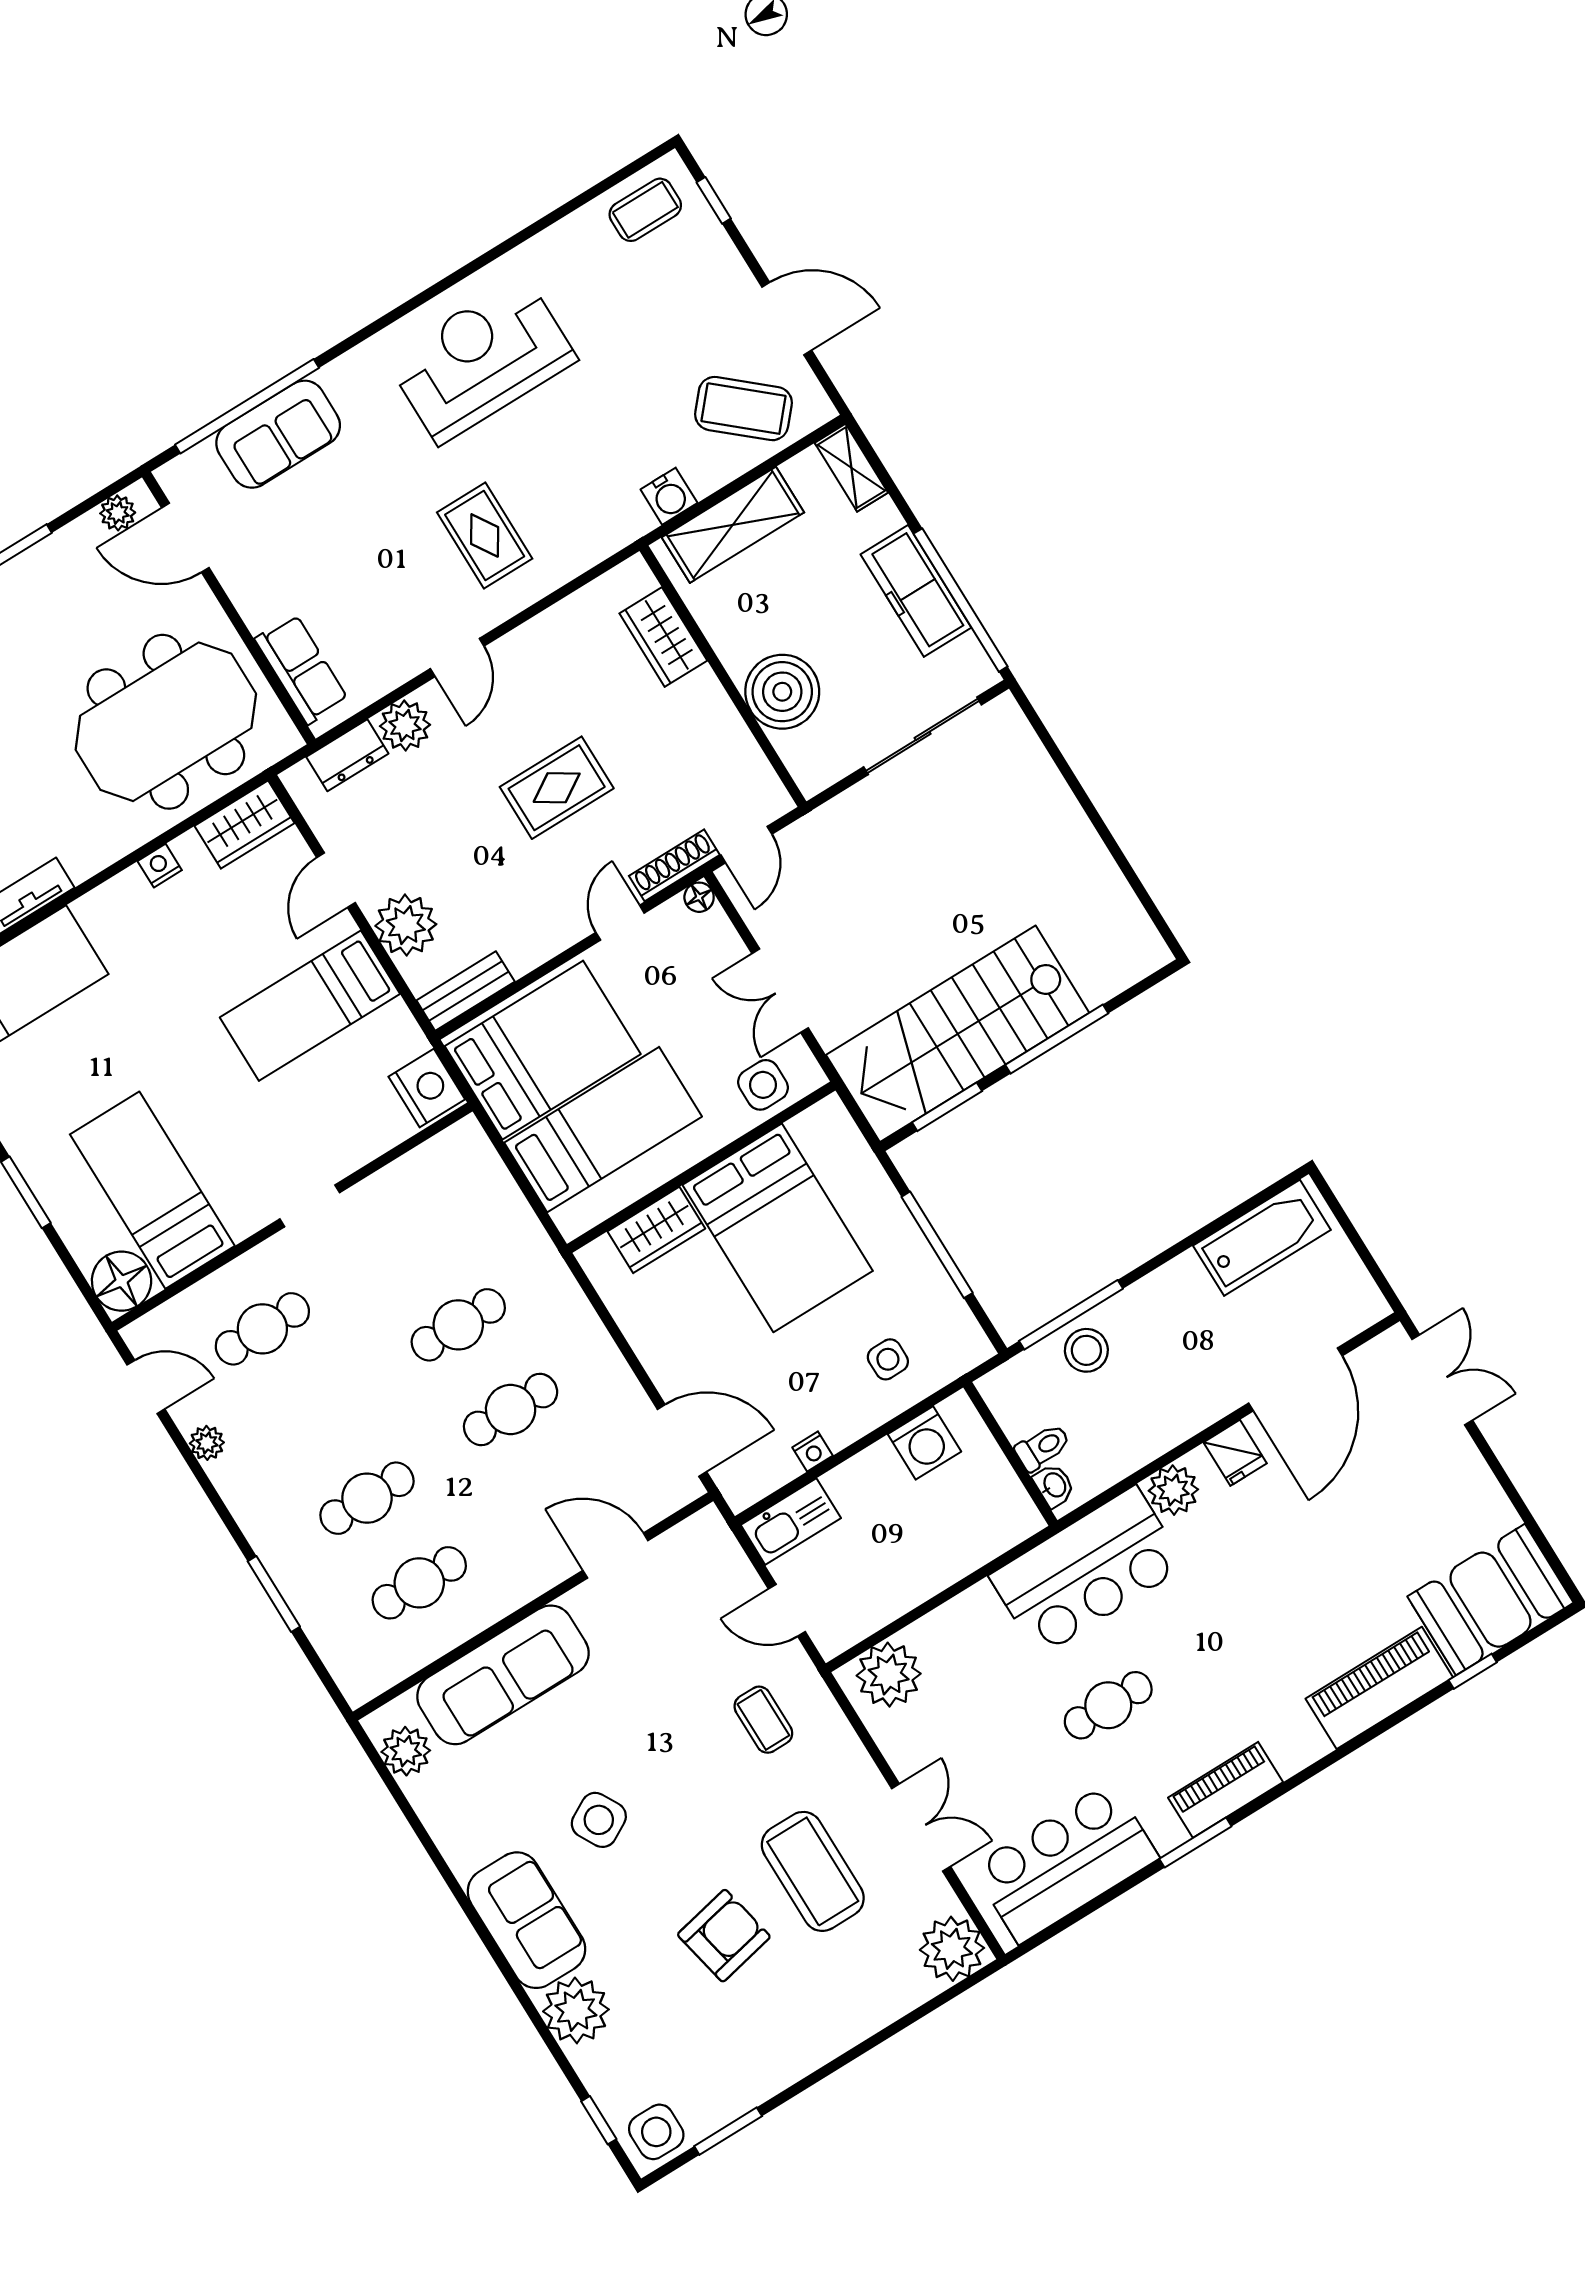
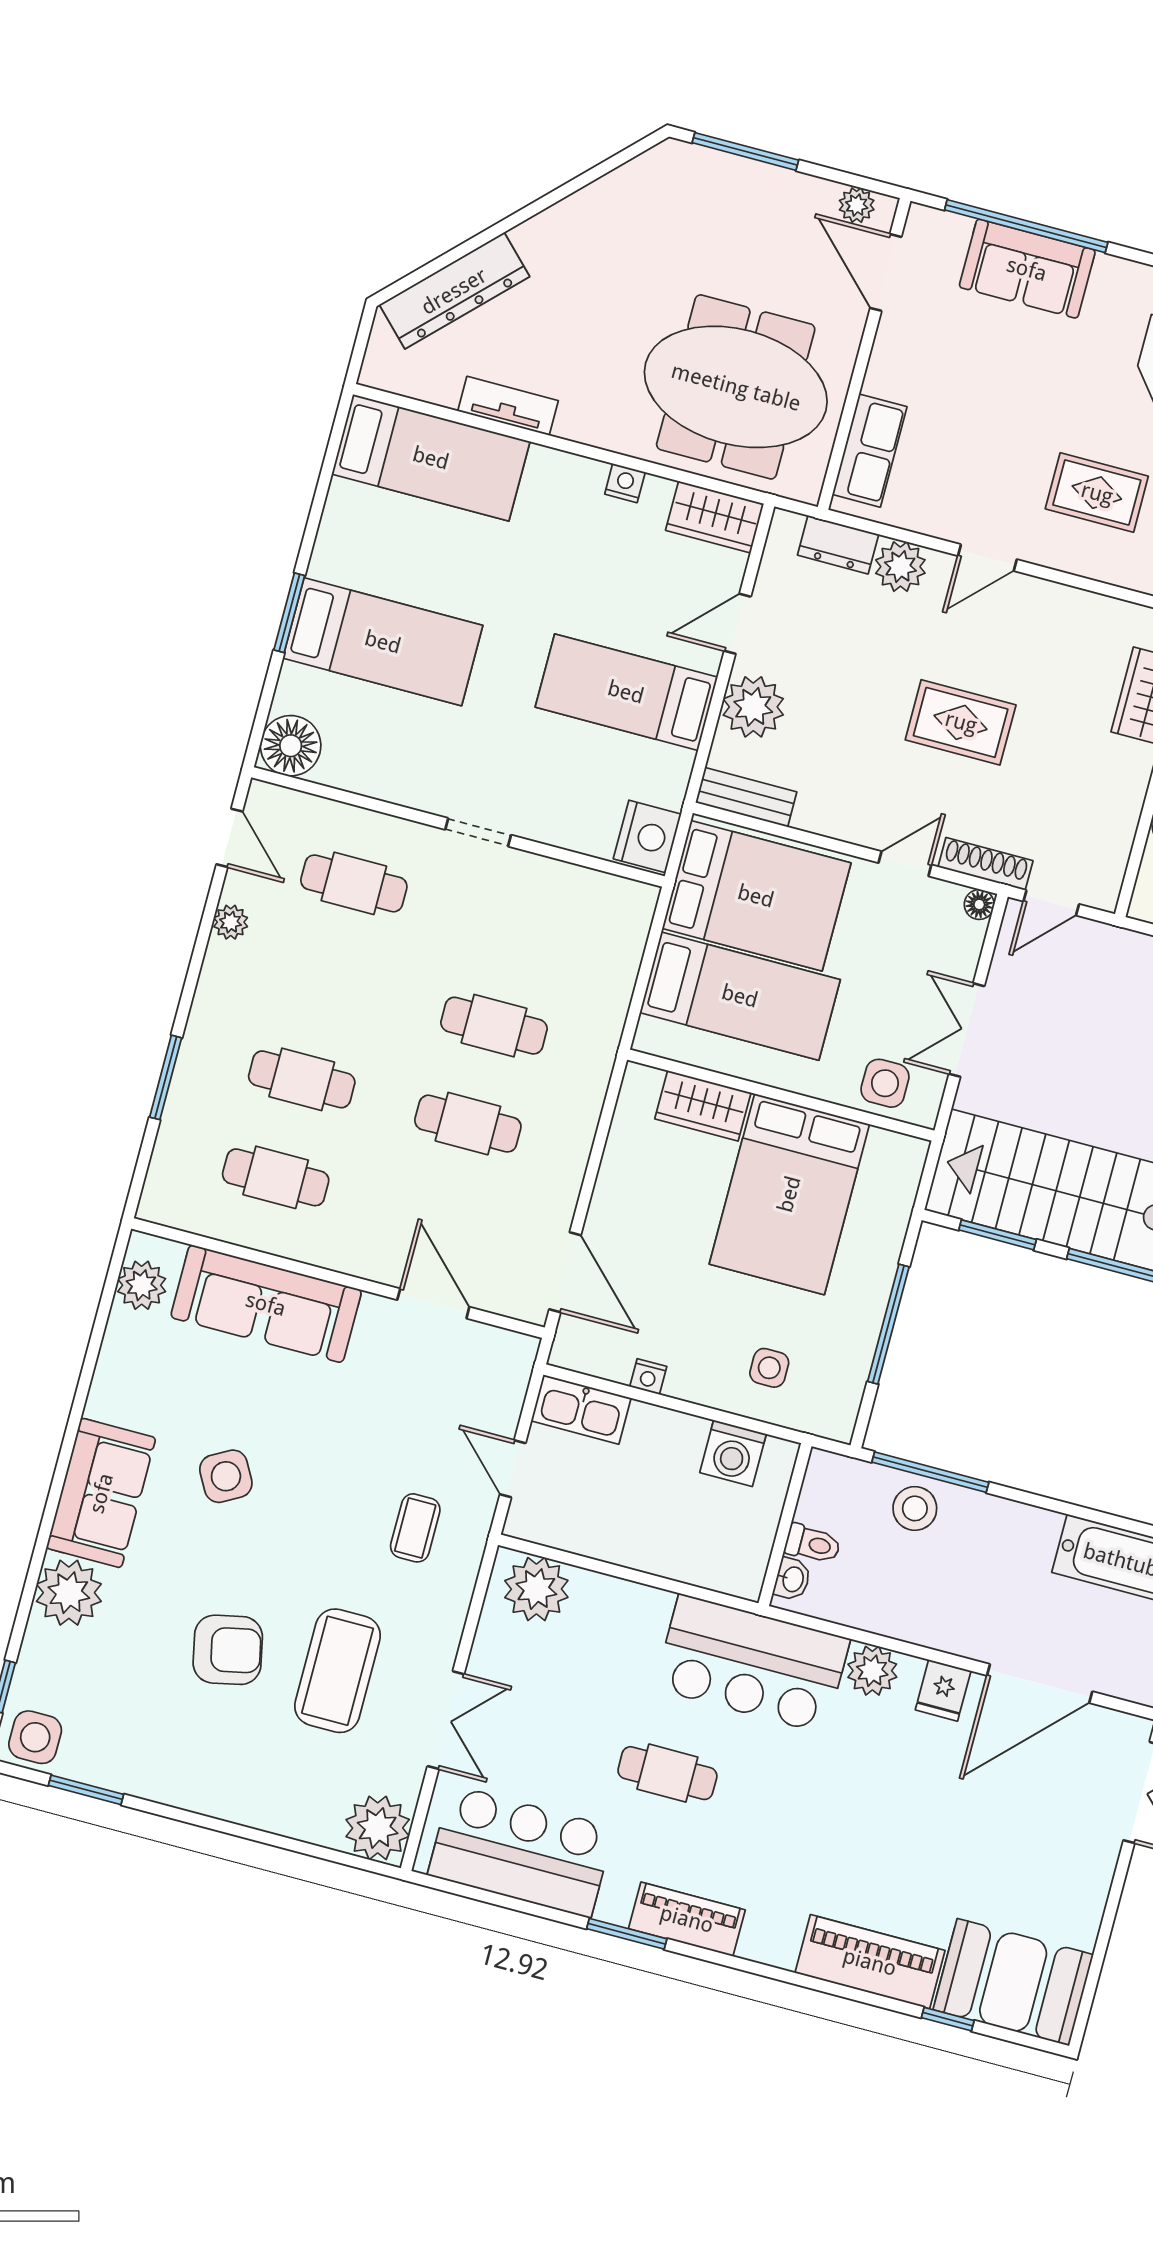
rug: (485, 535) -> (1097, 493), turned 90
bed: (152, 1190) -> (383, 642), moved, turned 90

